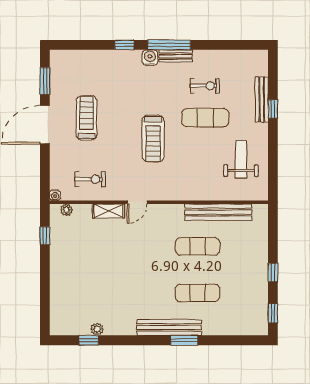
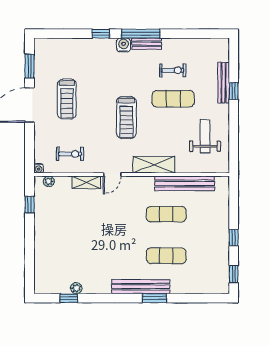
treadmill: (87, 118) -> (67, 99), turned 180
shelving: (184, 191) -> (154, 165), added

